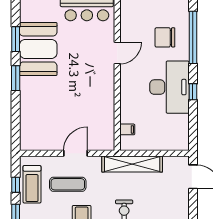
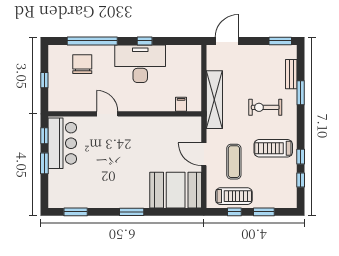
chair: (165, 37) -> (82, 64), moved, turned 180
window: (16, 39) -> (76, 212), moved
booth: (38, 49) -> (176, 190), moved

